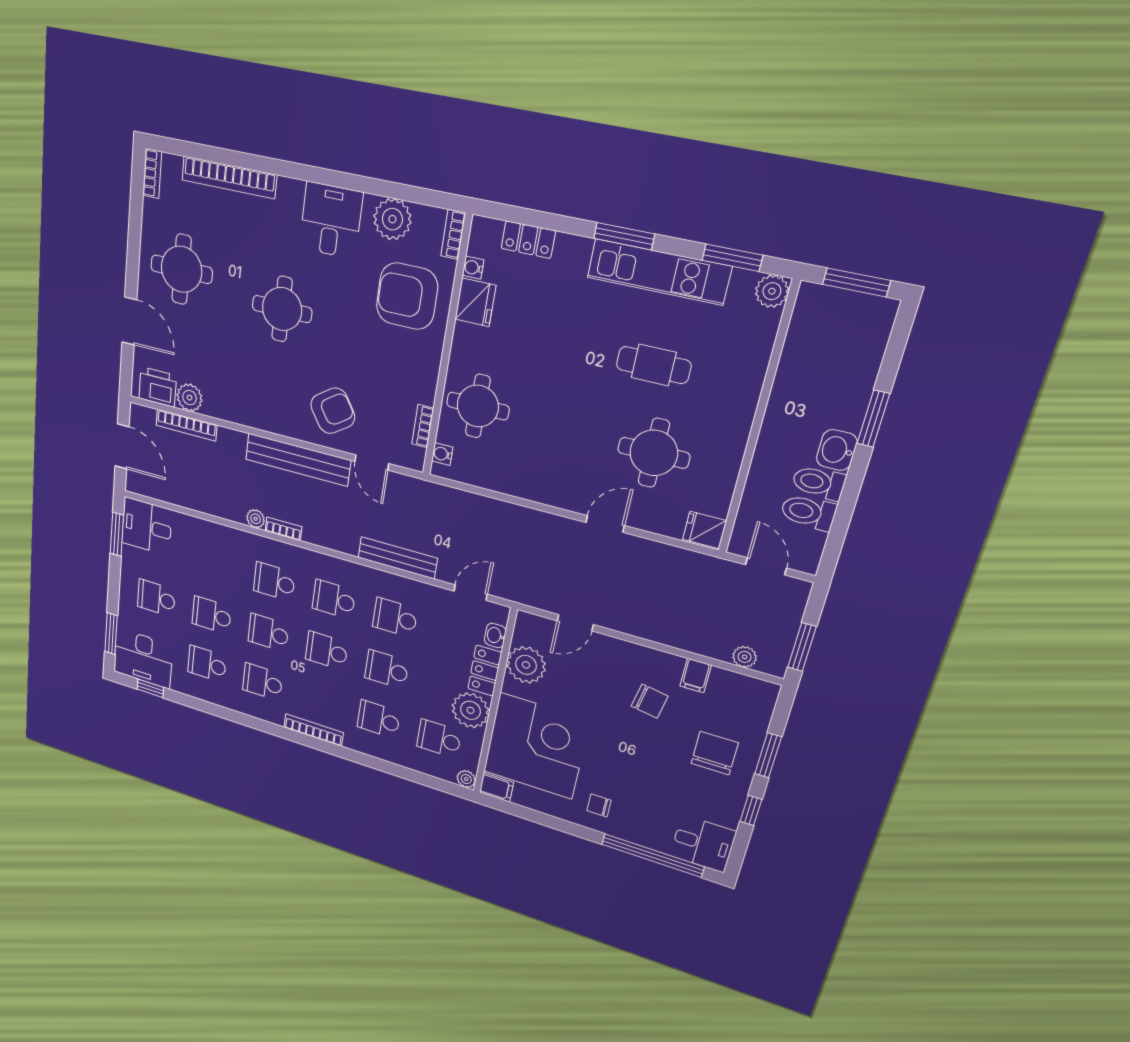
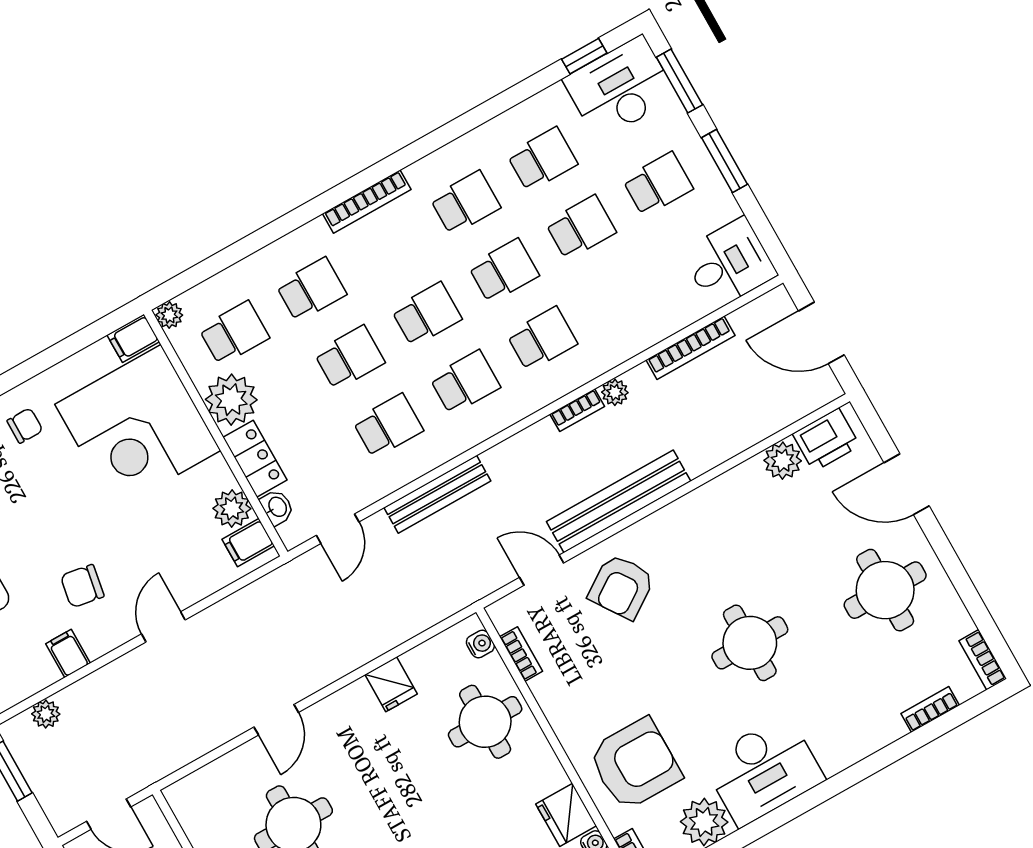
bookcase: (229, 177) -> (930, 709), width x0.43, depth x0.76
desk: (331, 220) -> (763, 770), width x1.37
bookcase: (186, 425) -> (690, 348), moved, turned 180
fridge: (705, 530) -> (391, 684), moved, turned 90
window: (117, 534) -> (724, 161), moved
door: (575, 623) -> (163, 627), moved
filing cabinet: (529, 633) -> (248, 542), added
plant: (526, 665) -> (232, 509), width x0.73, depth x0.73

